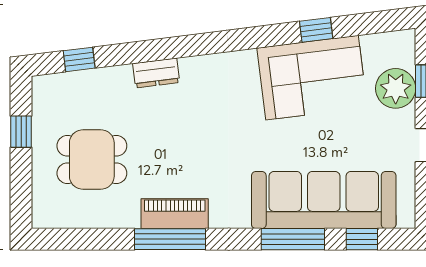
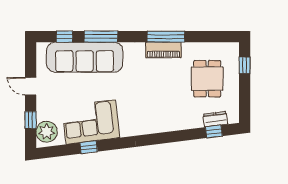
dresser: (156, 73) -> (215, 119), moved
plant: (396, 88) -> (47, 132), moved
window: (21, 132) -> (245, 65), moved
dining table: (92, 160) -> (207, 79), turned 90

